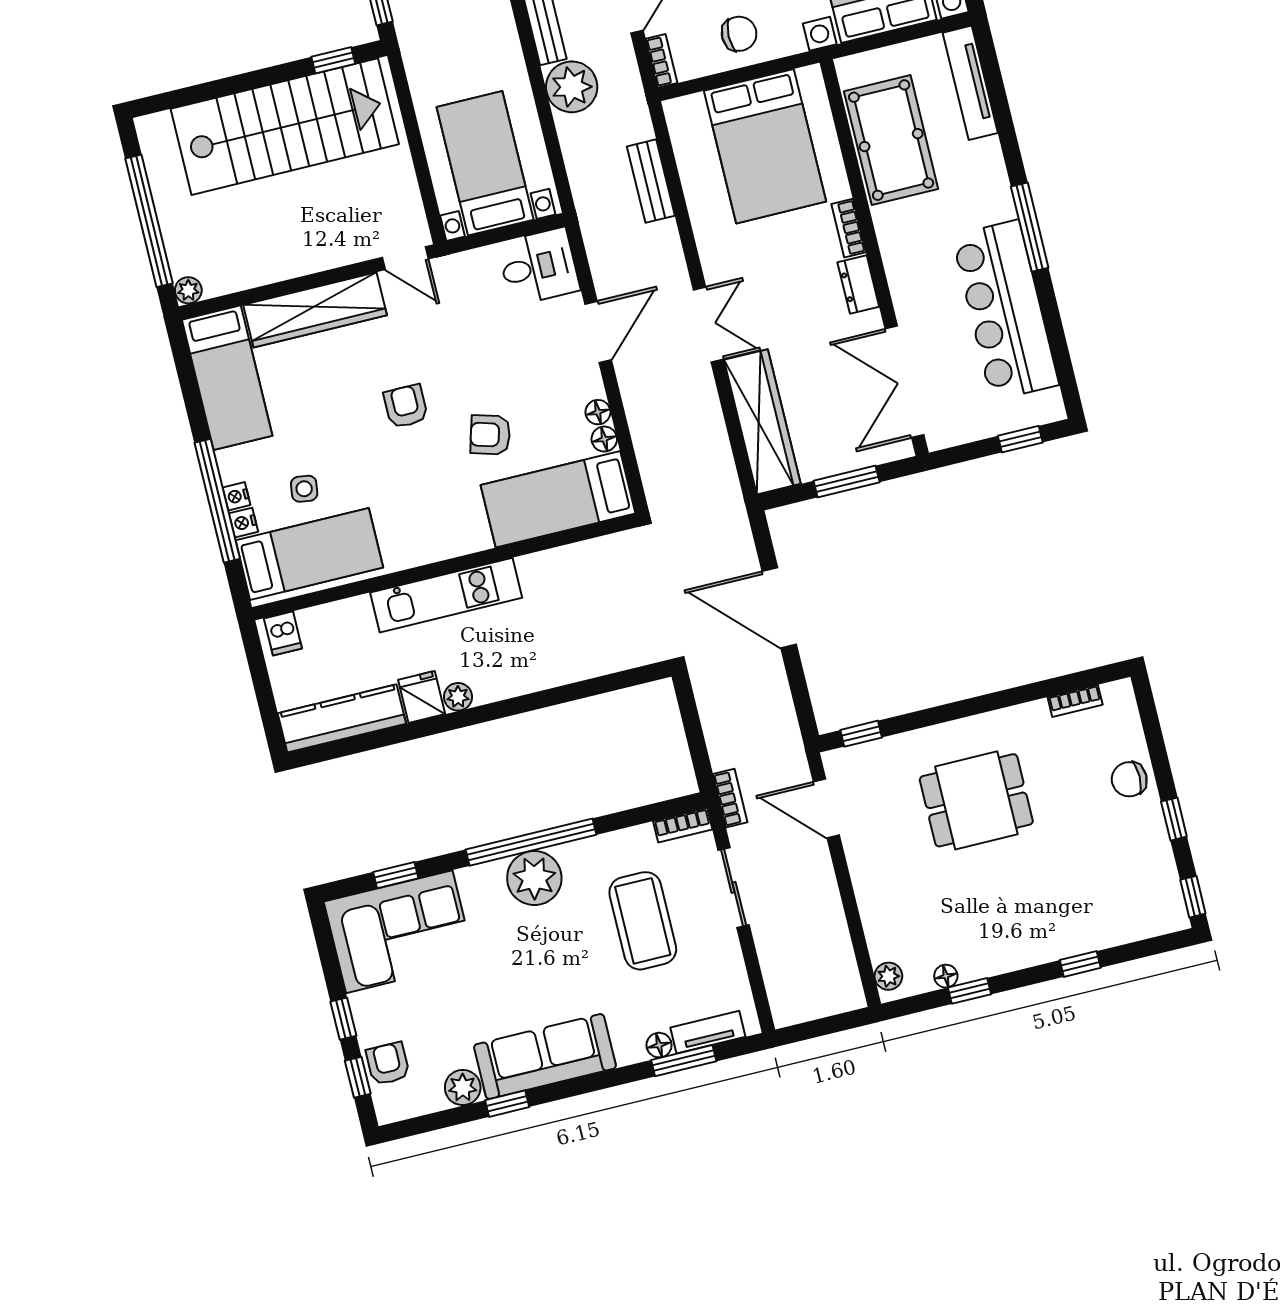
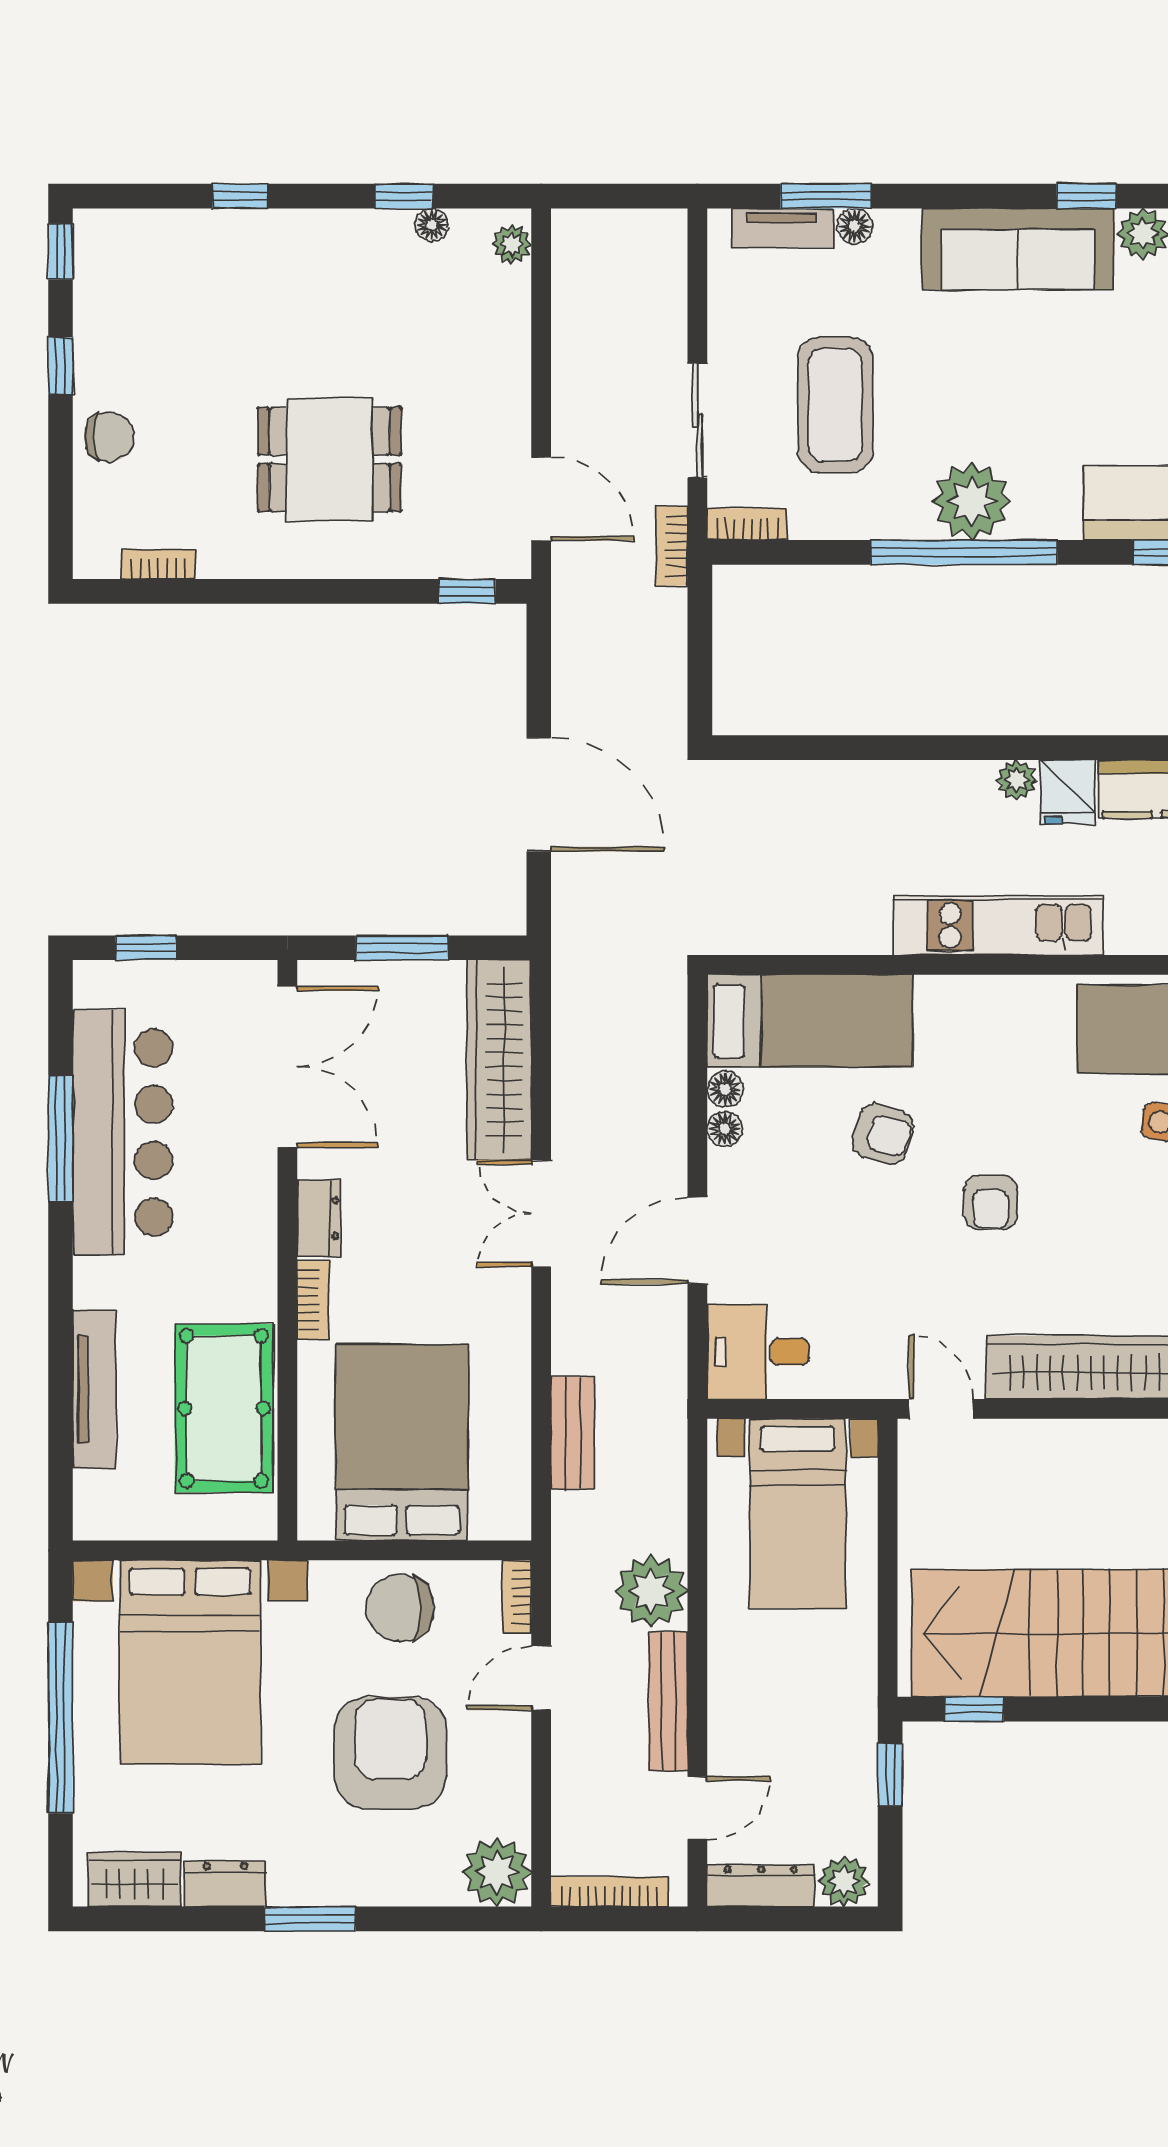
chair: (739, 34) -> (400, 1608), width x1.37, depth x1.37
tv unit: (970, 83) -> (94, 1389), moved
window: (1030, 227) -> (60, 1138), moved

